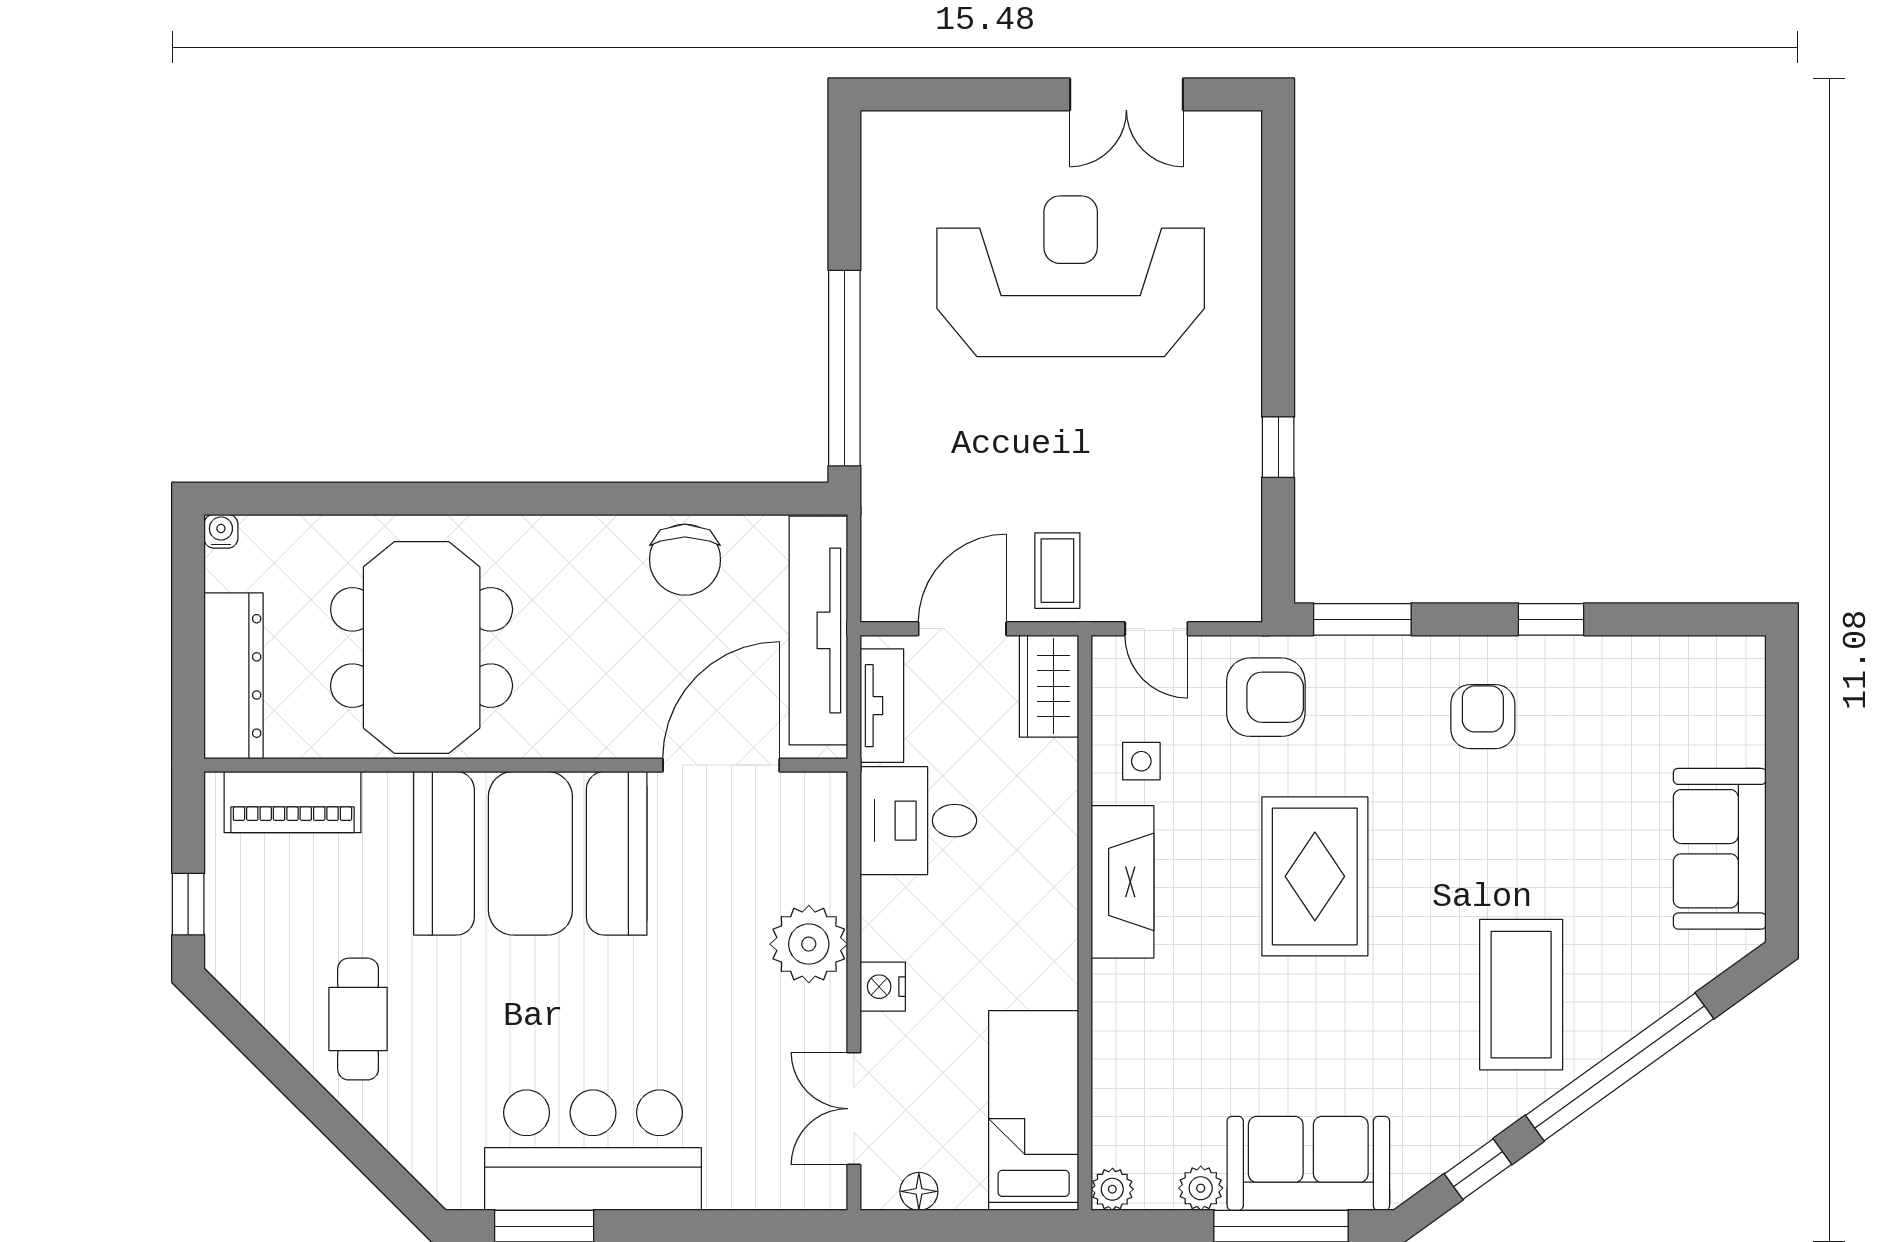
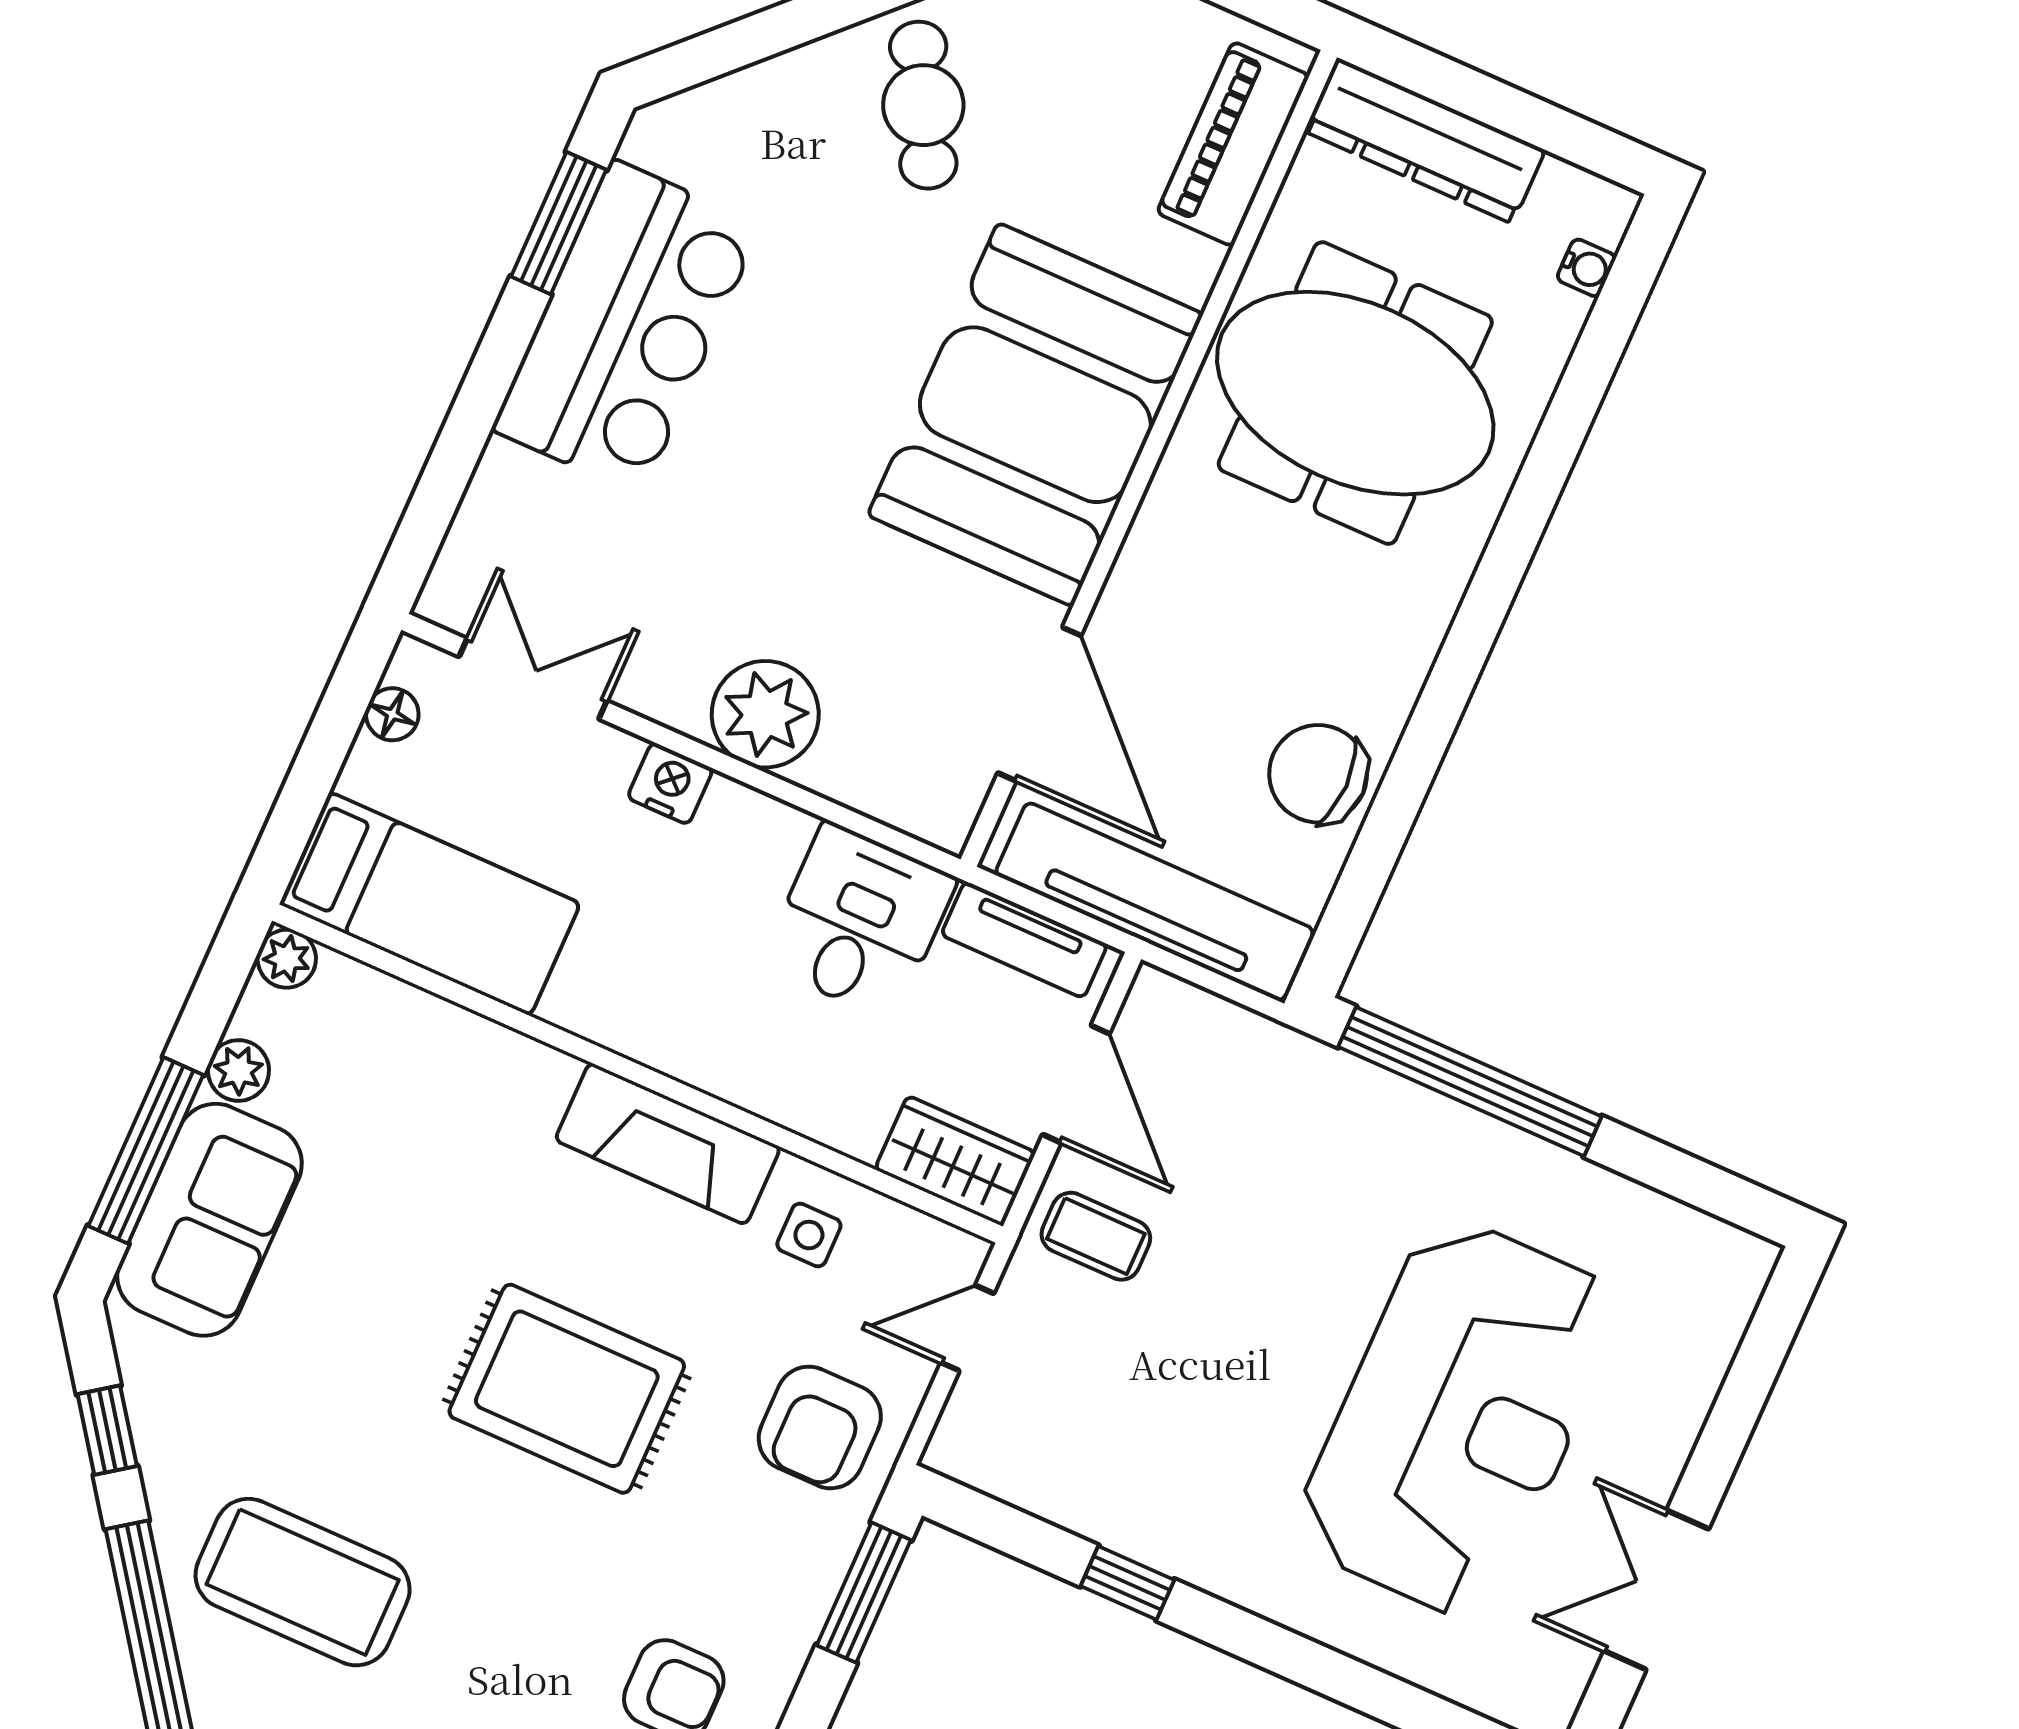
water cooler: (221, 531) -> (1586, 268), moved
cafe table: (358, 1019) -> (923, 105), turned 61

